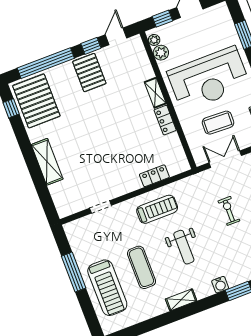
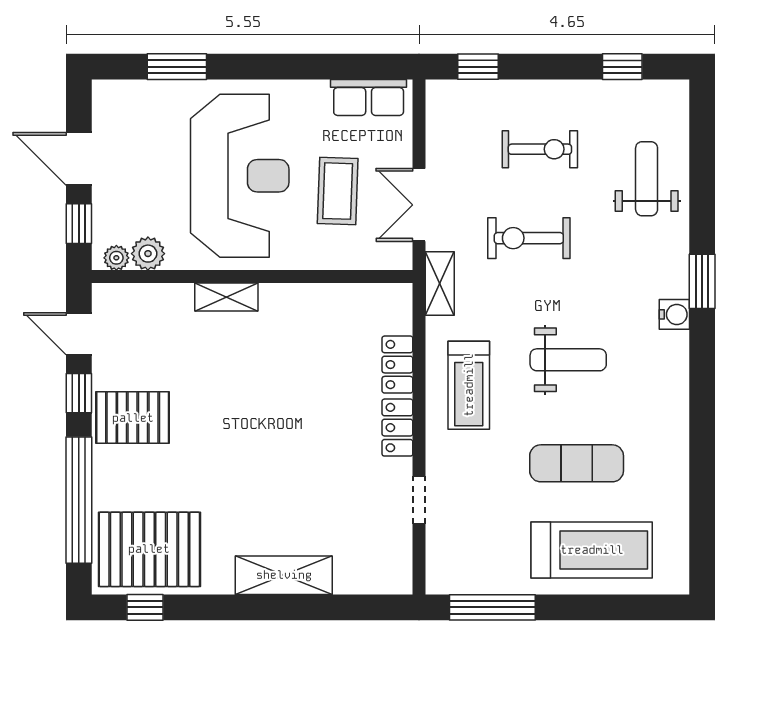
locker: (165, 120) -> (397, 428), moved, turned 90
treadmill: (157, 209) -> (469, 385), turned 180
exercise bike: (229, 211) -> (529, 238), width x1.38, depth x1.39
window: (74, 272) -> (492, 607), moved
shelving: (181, 300) -> (440, 283), moved

